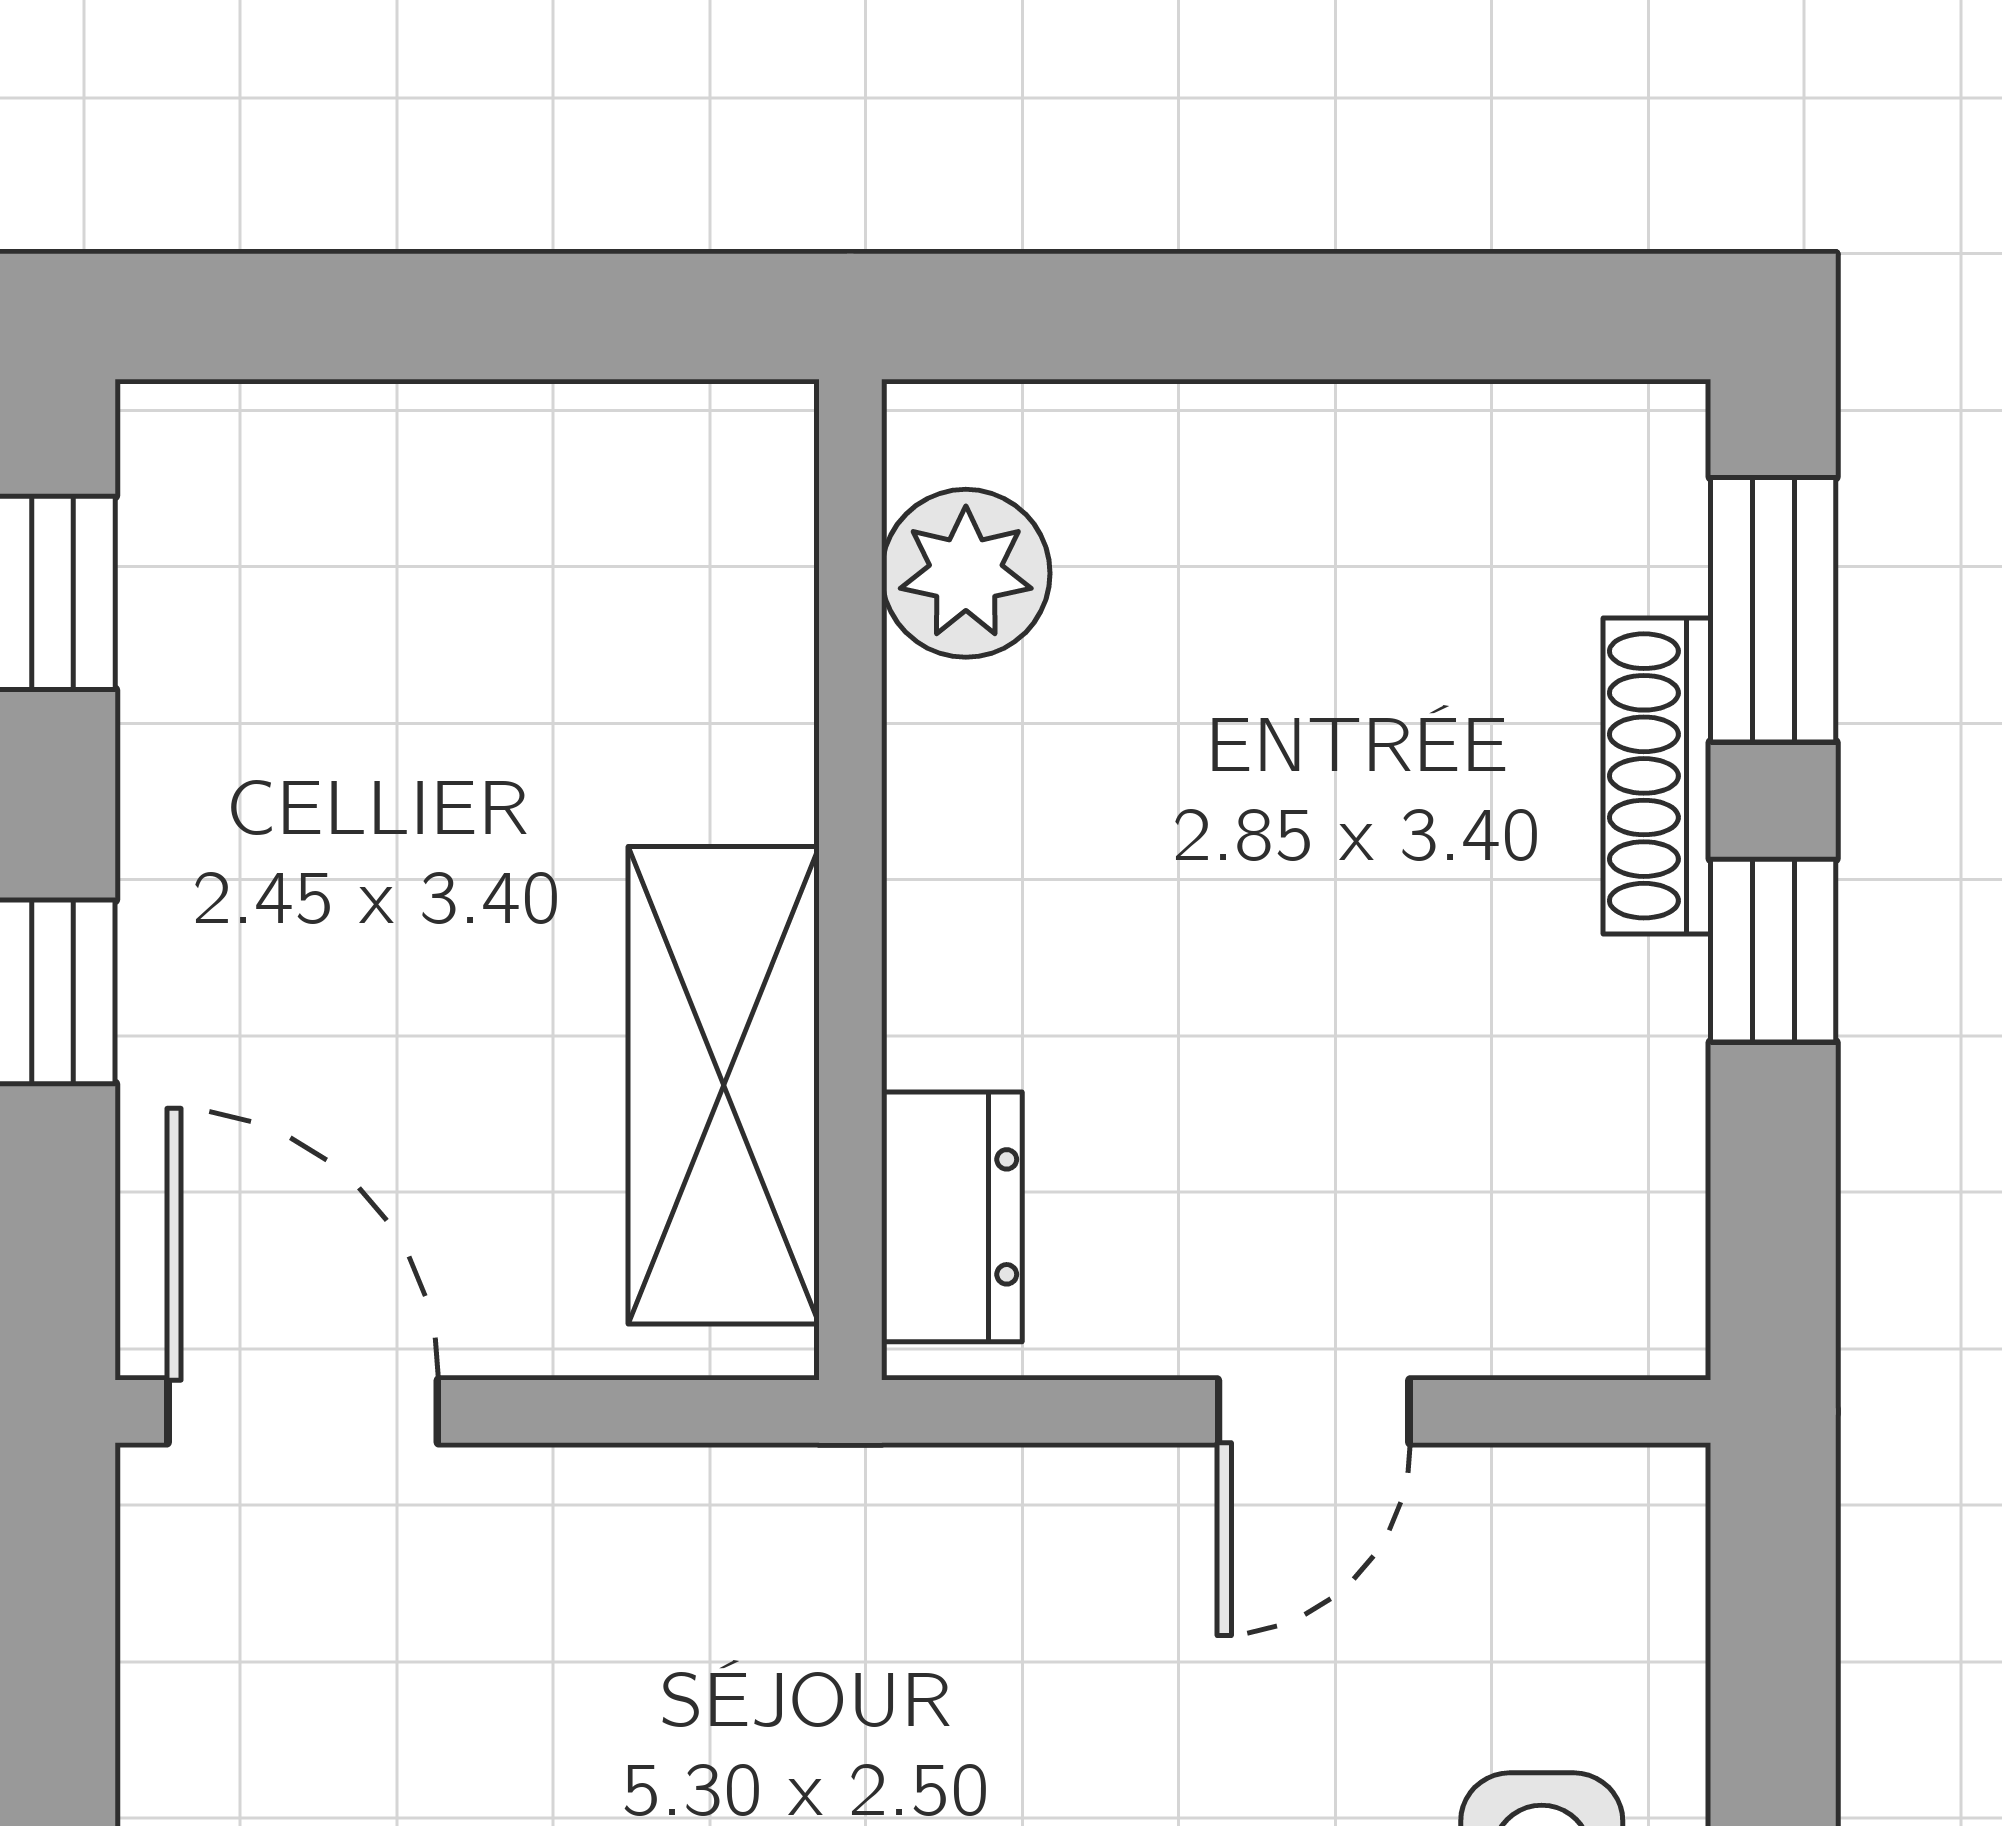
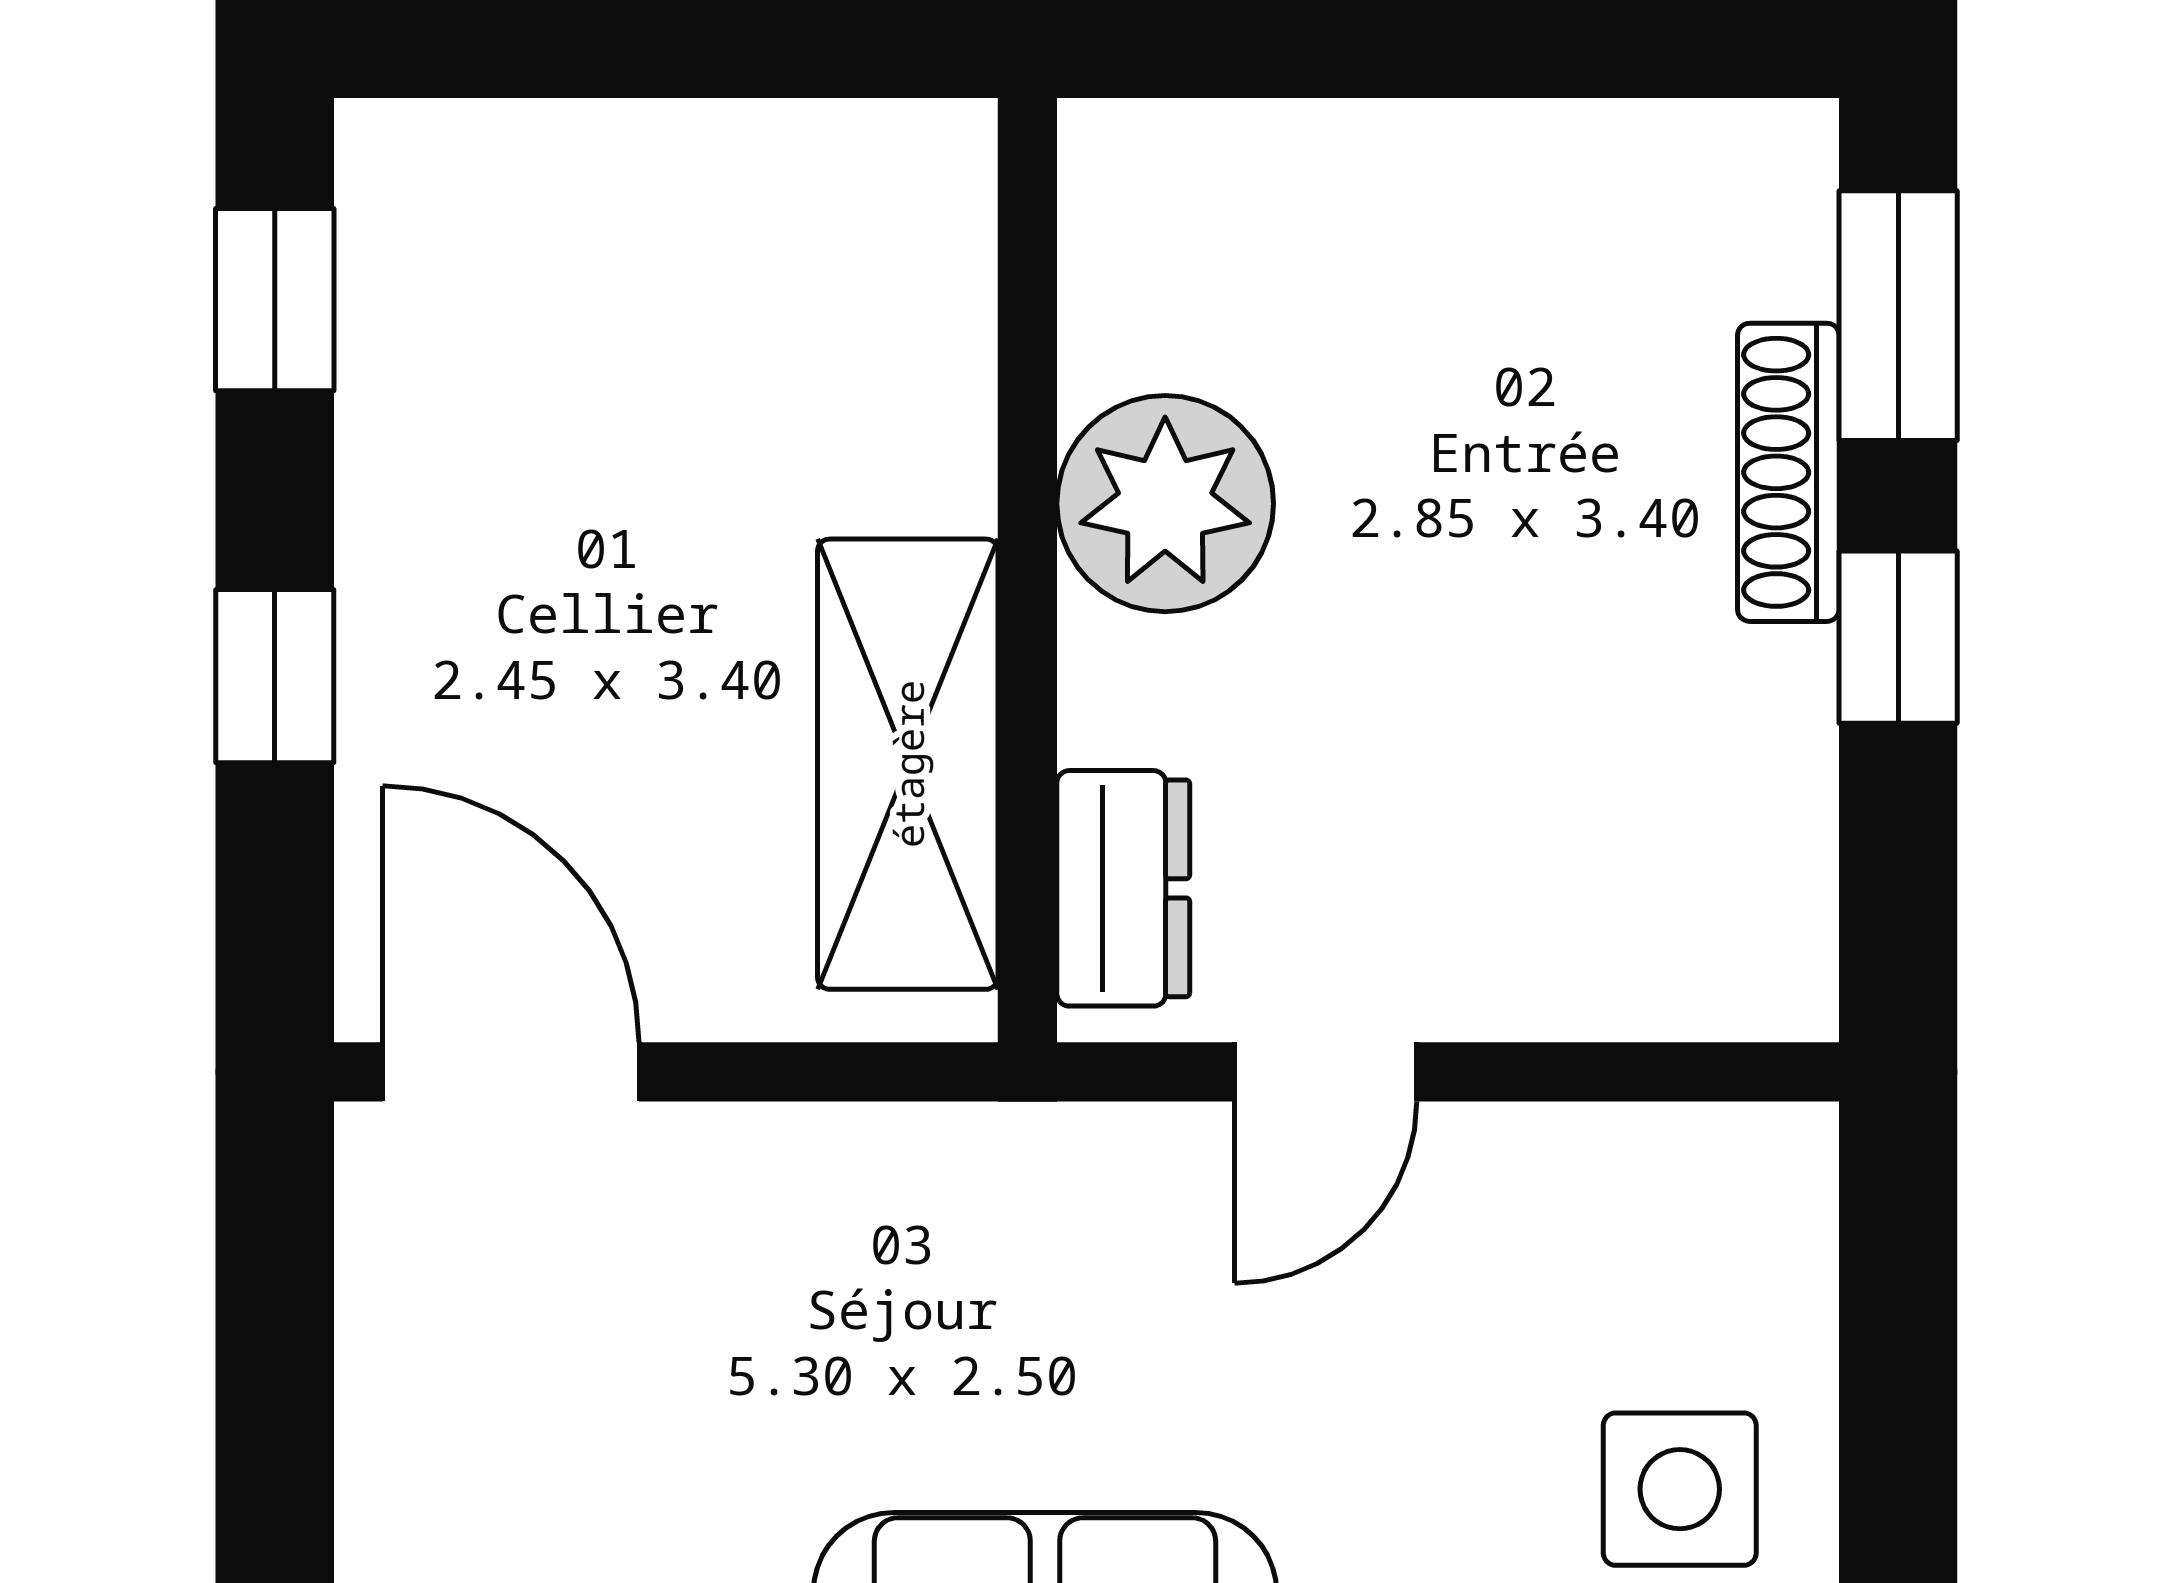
plant: (966, 573) -> (1165, 504), moved, width x1.36, depth x1.36
door: (1314, 1411) -> (1326, 1072), moved

